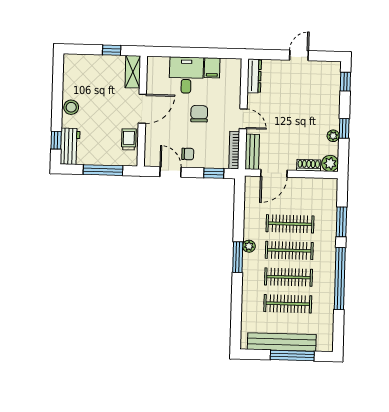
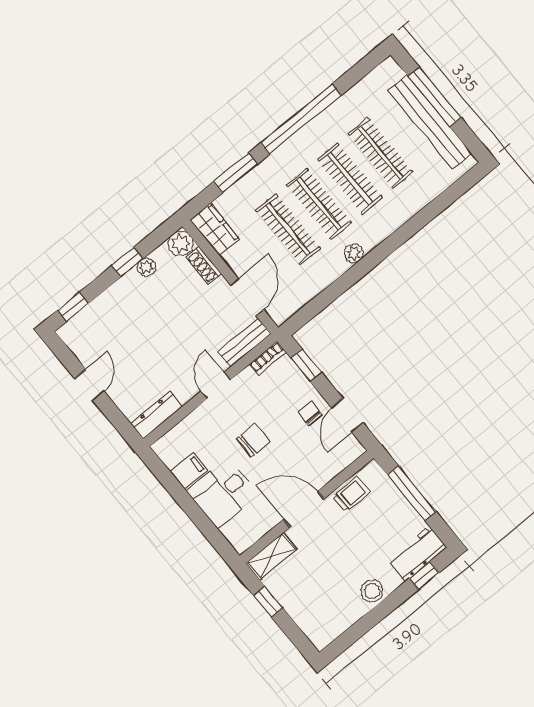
door: (299, 55) -> (89, 385), swing flipped
chair: (199, 114) -> (253, 440), turned 180
trolley: (129, 139) -> (352, 494), turned 180
bookcase: (234, 150) -> (268, 358), width x0.64
door: (274, 173) -> (247, 297), hinge flipped
wardrobe: (322, 187) -> (214, 229), added
window: (238, 257) -> (377, 255), removed

